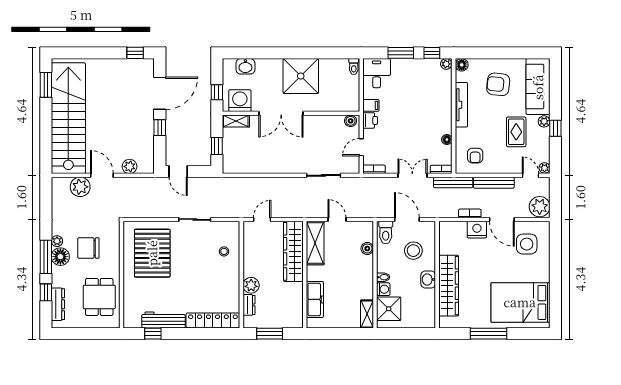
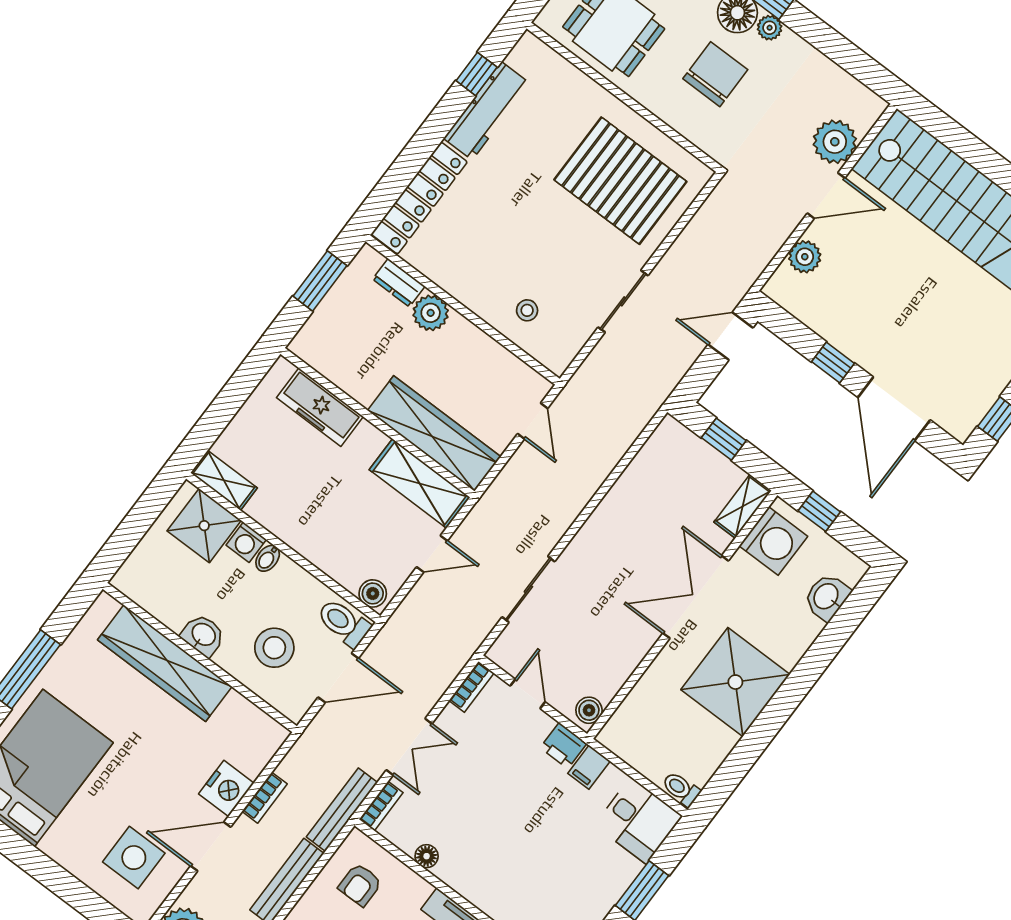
armchair: (475, 156) -> (360, 885), turned -90
boiler: (367, 248) -> (373, 593), moved

